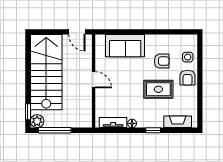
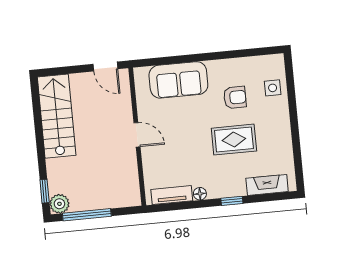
stairs: (46, 72) -> (57, 116), width x0.73, depth x0.66
armchair: (188, 78) -> (275, 118), removed

